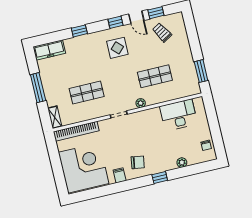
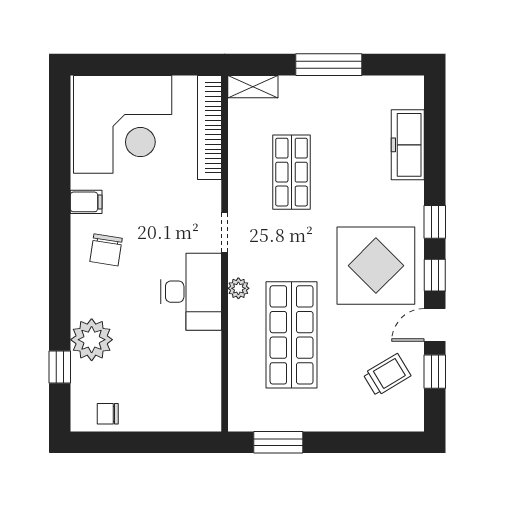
window: (79, 31) -> (435, 222), moved
display table: (117, 48) -> (376, 266), width x1.86, depth x1.86
freezer: (49, 50) -> (408, 145), moved
shop shelf: (155, 76) -> (292, 335), width x1.43, depth x1.36
desk: (179, 115) -> (191, 292), moved
plant: (182, 163) -> (92, 340), width x1.87, depth x1.87
window: (160, 178) -> (60, 367), moved

